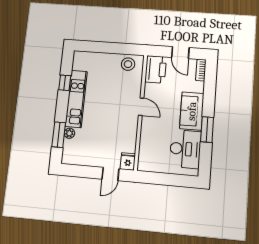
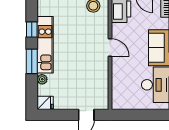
window: (59, 135) -> (32, 61), moved
fridge: (128, 161) -> (45, 103), moved, turned 90

